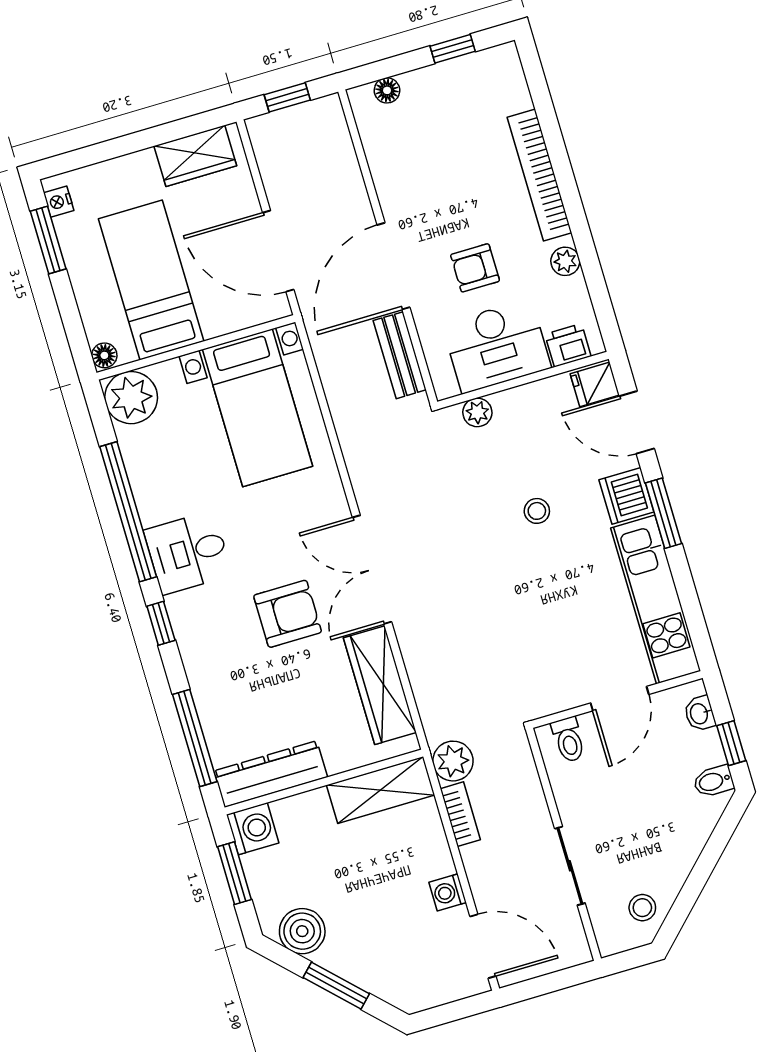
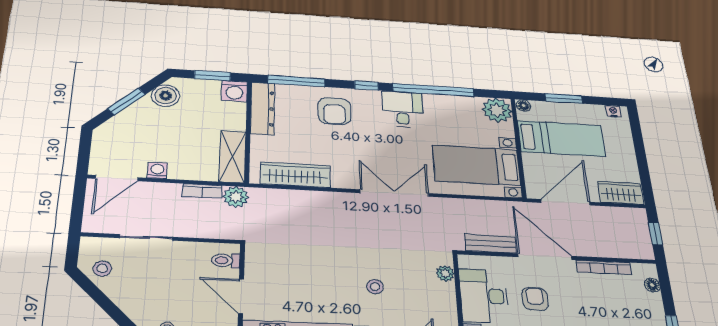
wardrobe: (195, 156) -> (621, 193), moved, turned 90
bookcase: (381, 171) -> (604, 267), added
window: (48, 240) -> (564, 99), moved
double door: (372, 570) -> (394, 193), moved
armchair: (288, 614) -> (335, 111), moved

